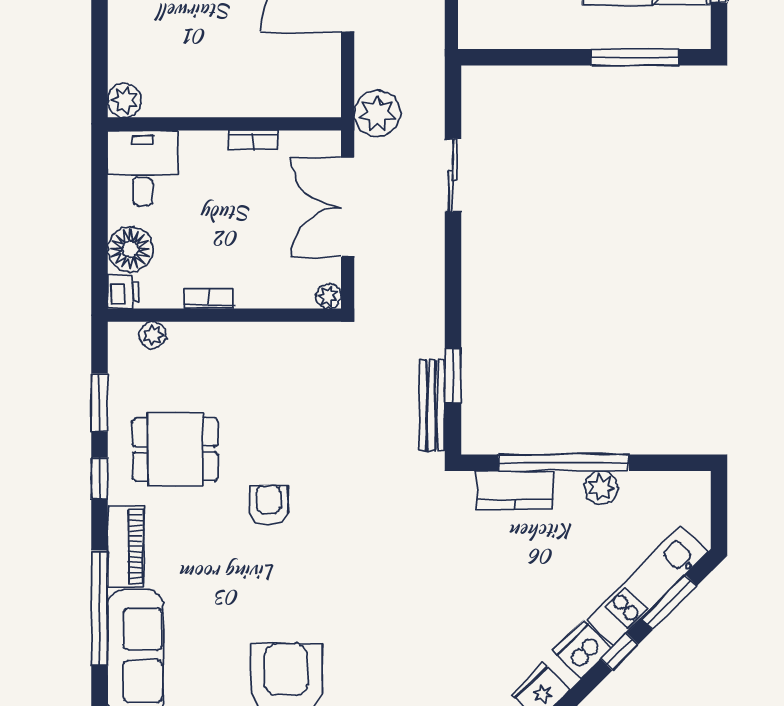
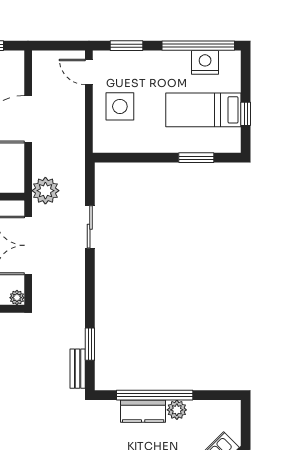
window: (635, 57) -> (196, 158), width x0.69
bench: (432, 405) -> (78, 369), width x0.73
kitchen counter: (514, 490) -> (143, 411), moved

